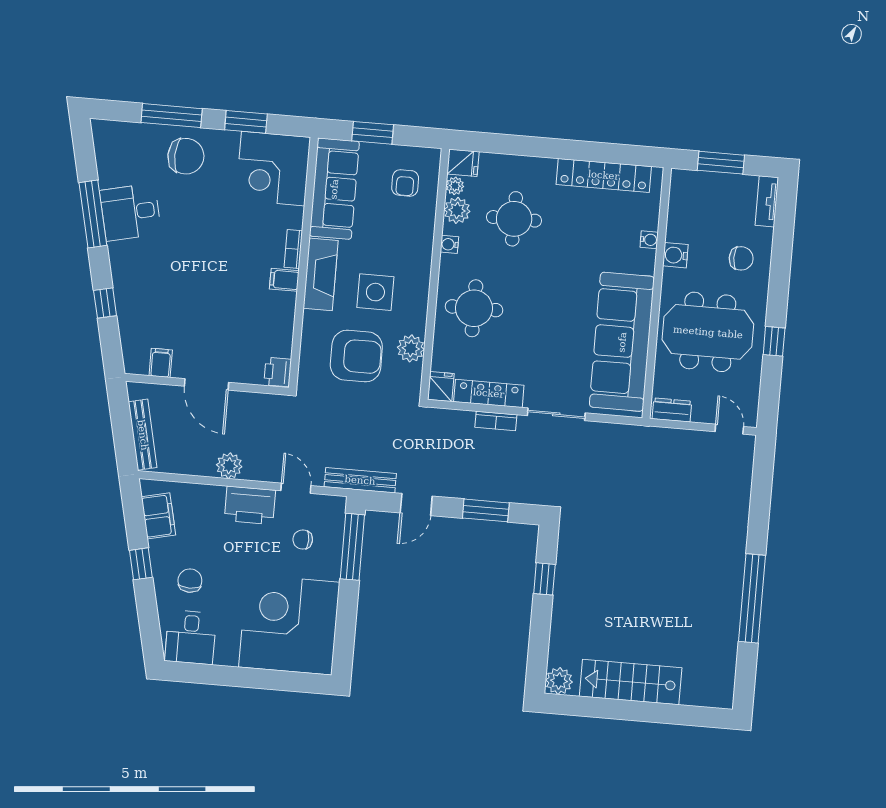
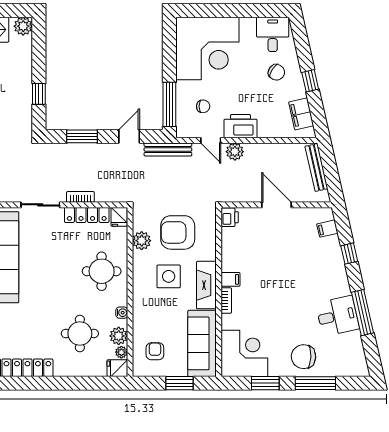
filing cabinet: (161, 363) -> (327, 229), moved, turned 77
plant: (229, 466) -> (235, 152), moved
chair: (190, 581) -> (276, 72), turned -57

